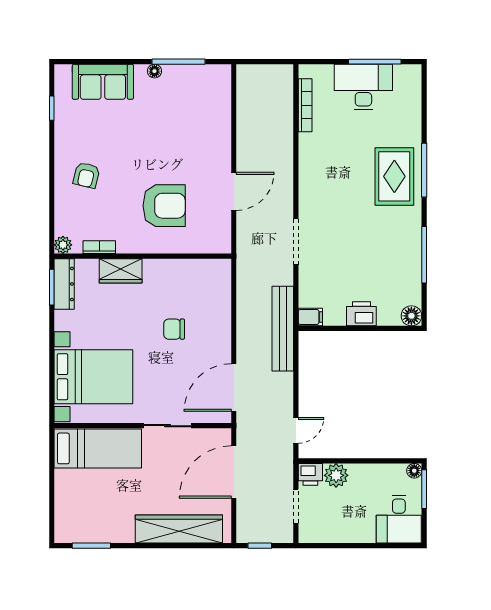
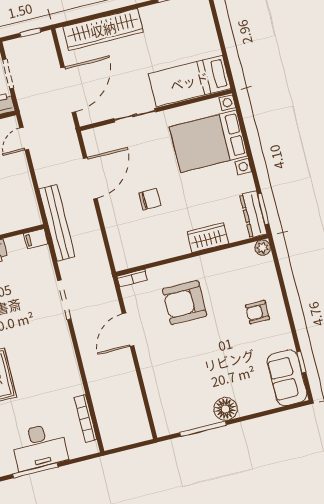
floor lamp: (154, 71) -> (225, 409), width x1.89, depth x1.89
sofa: (103, 82) -> (287, 378), moved, turned -90
armchair: (86, 175) -> (257, 312), turned -103
bookcase: (99, 247) -> (132, 278), moved
door: (234, 387) -> (90, 178), moved

